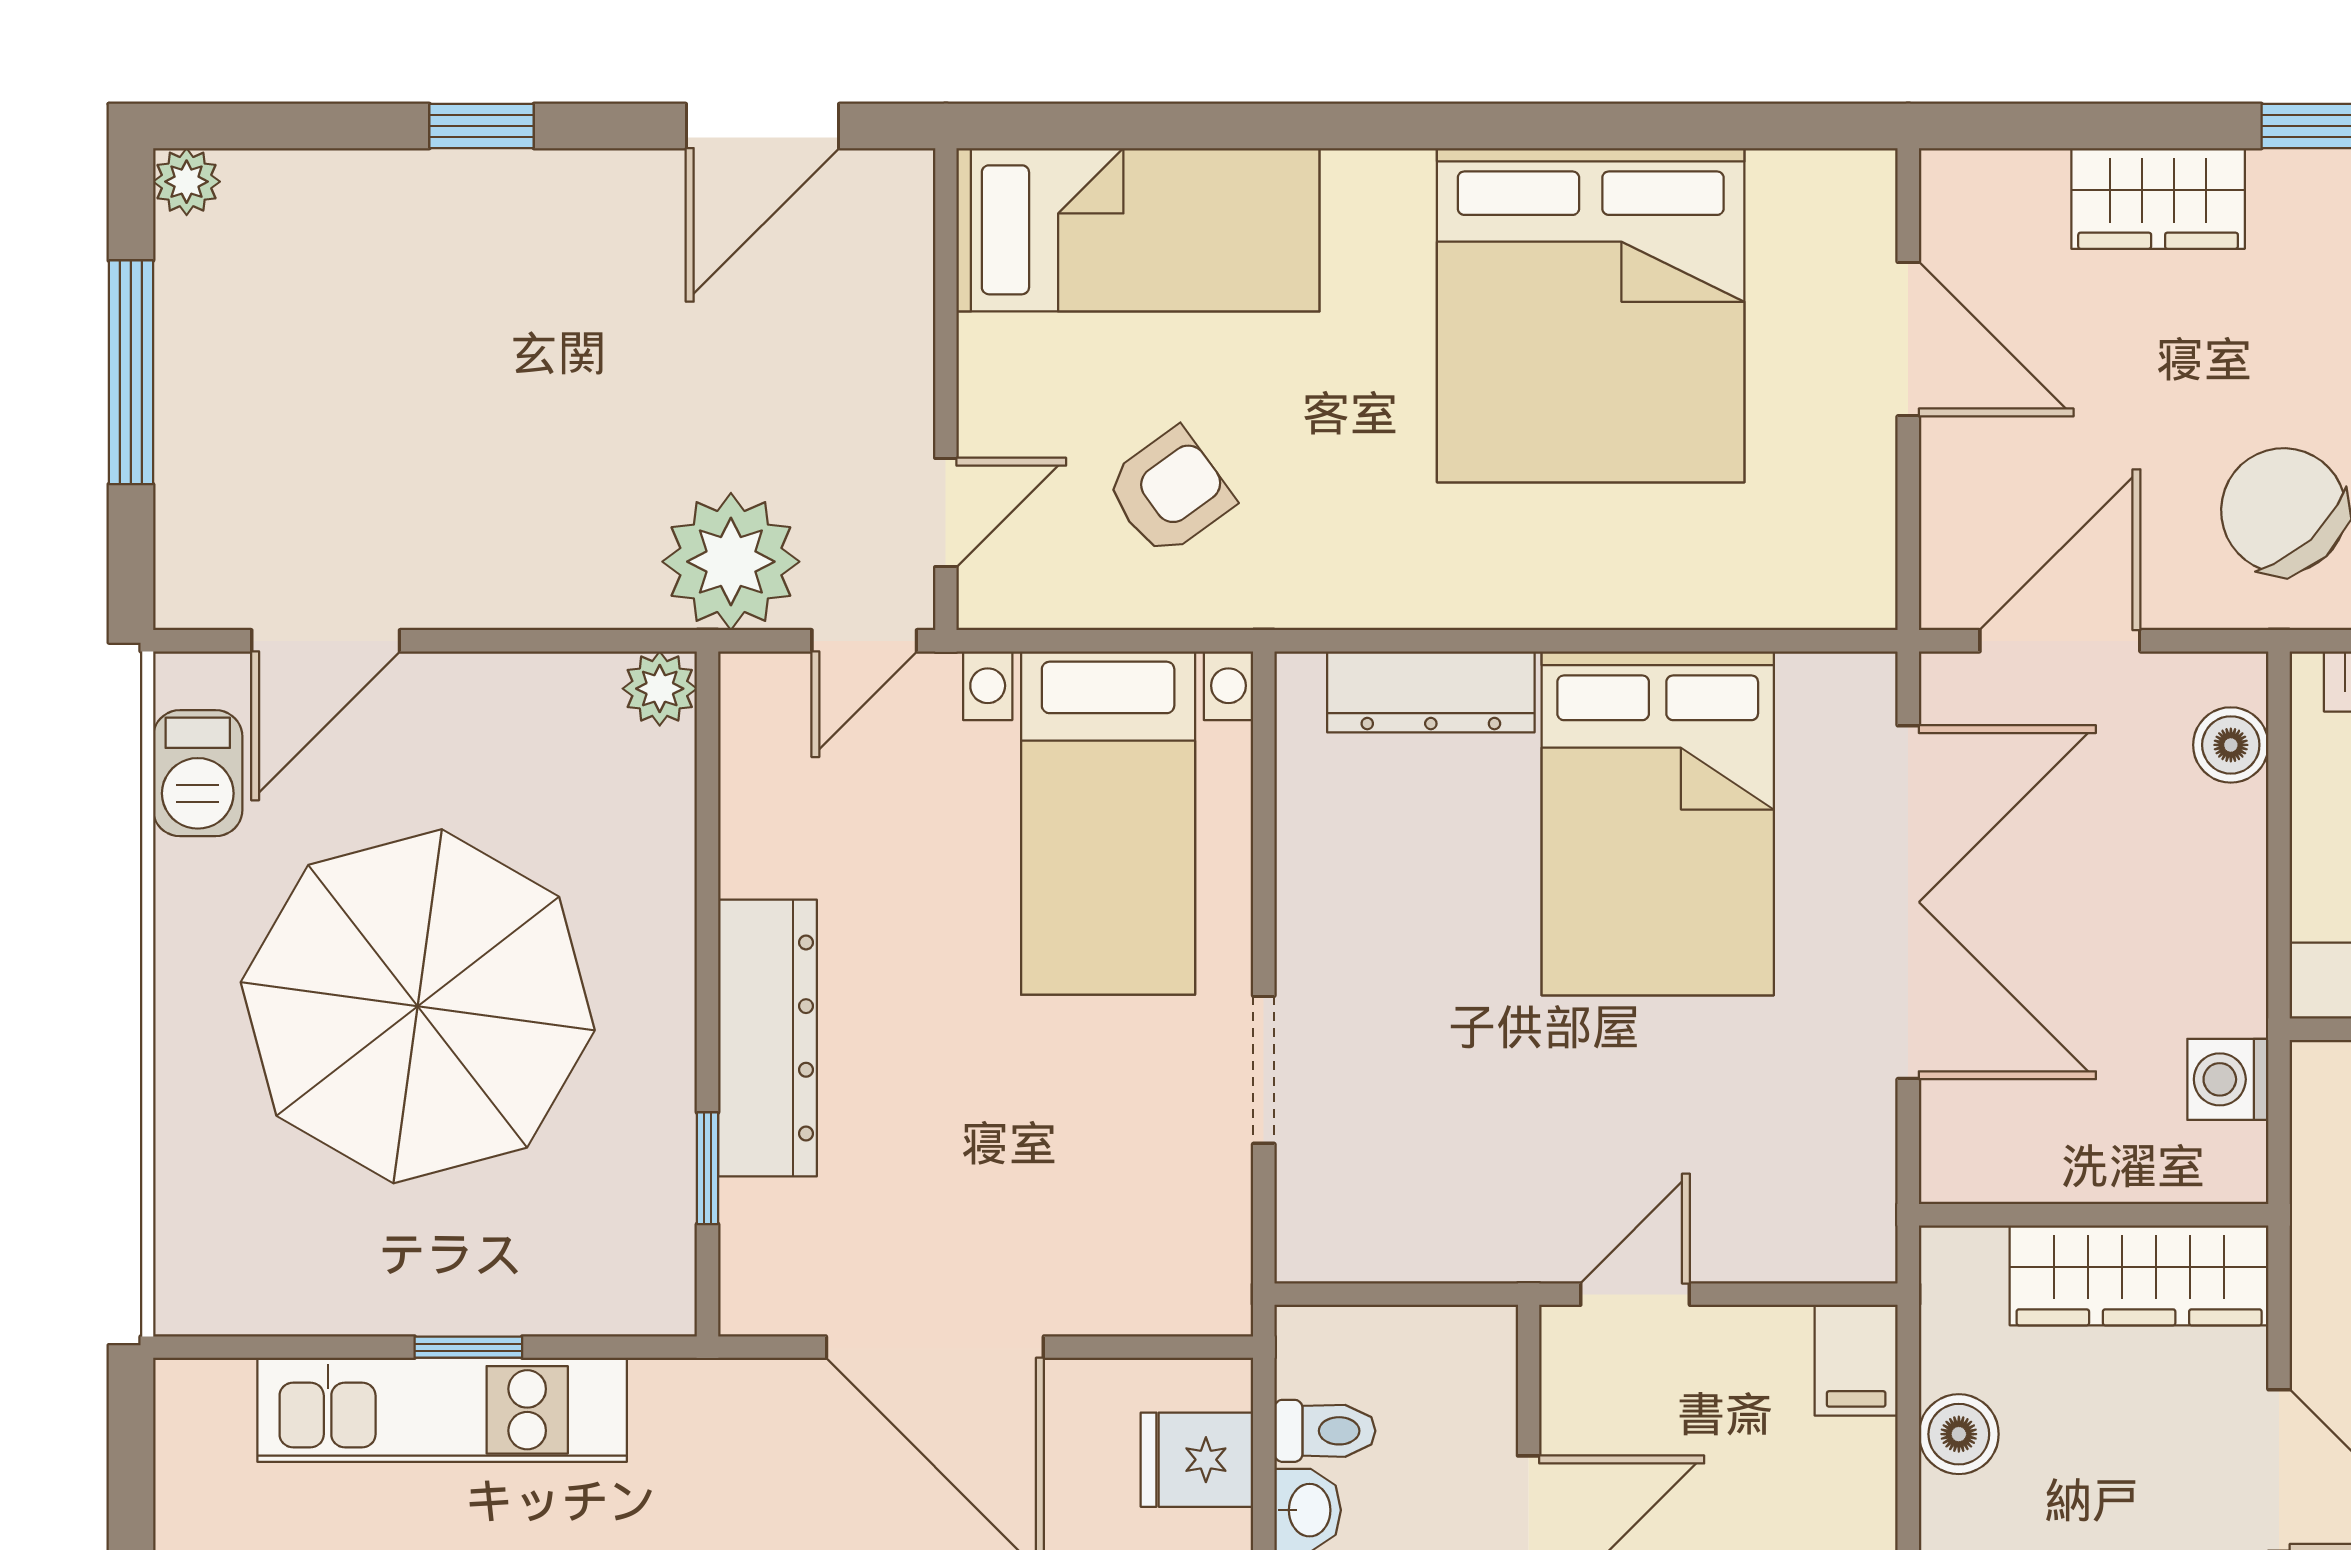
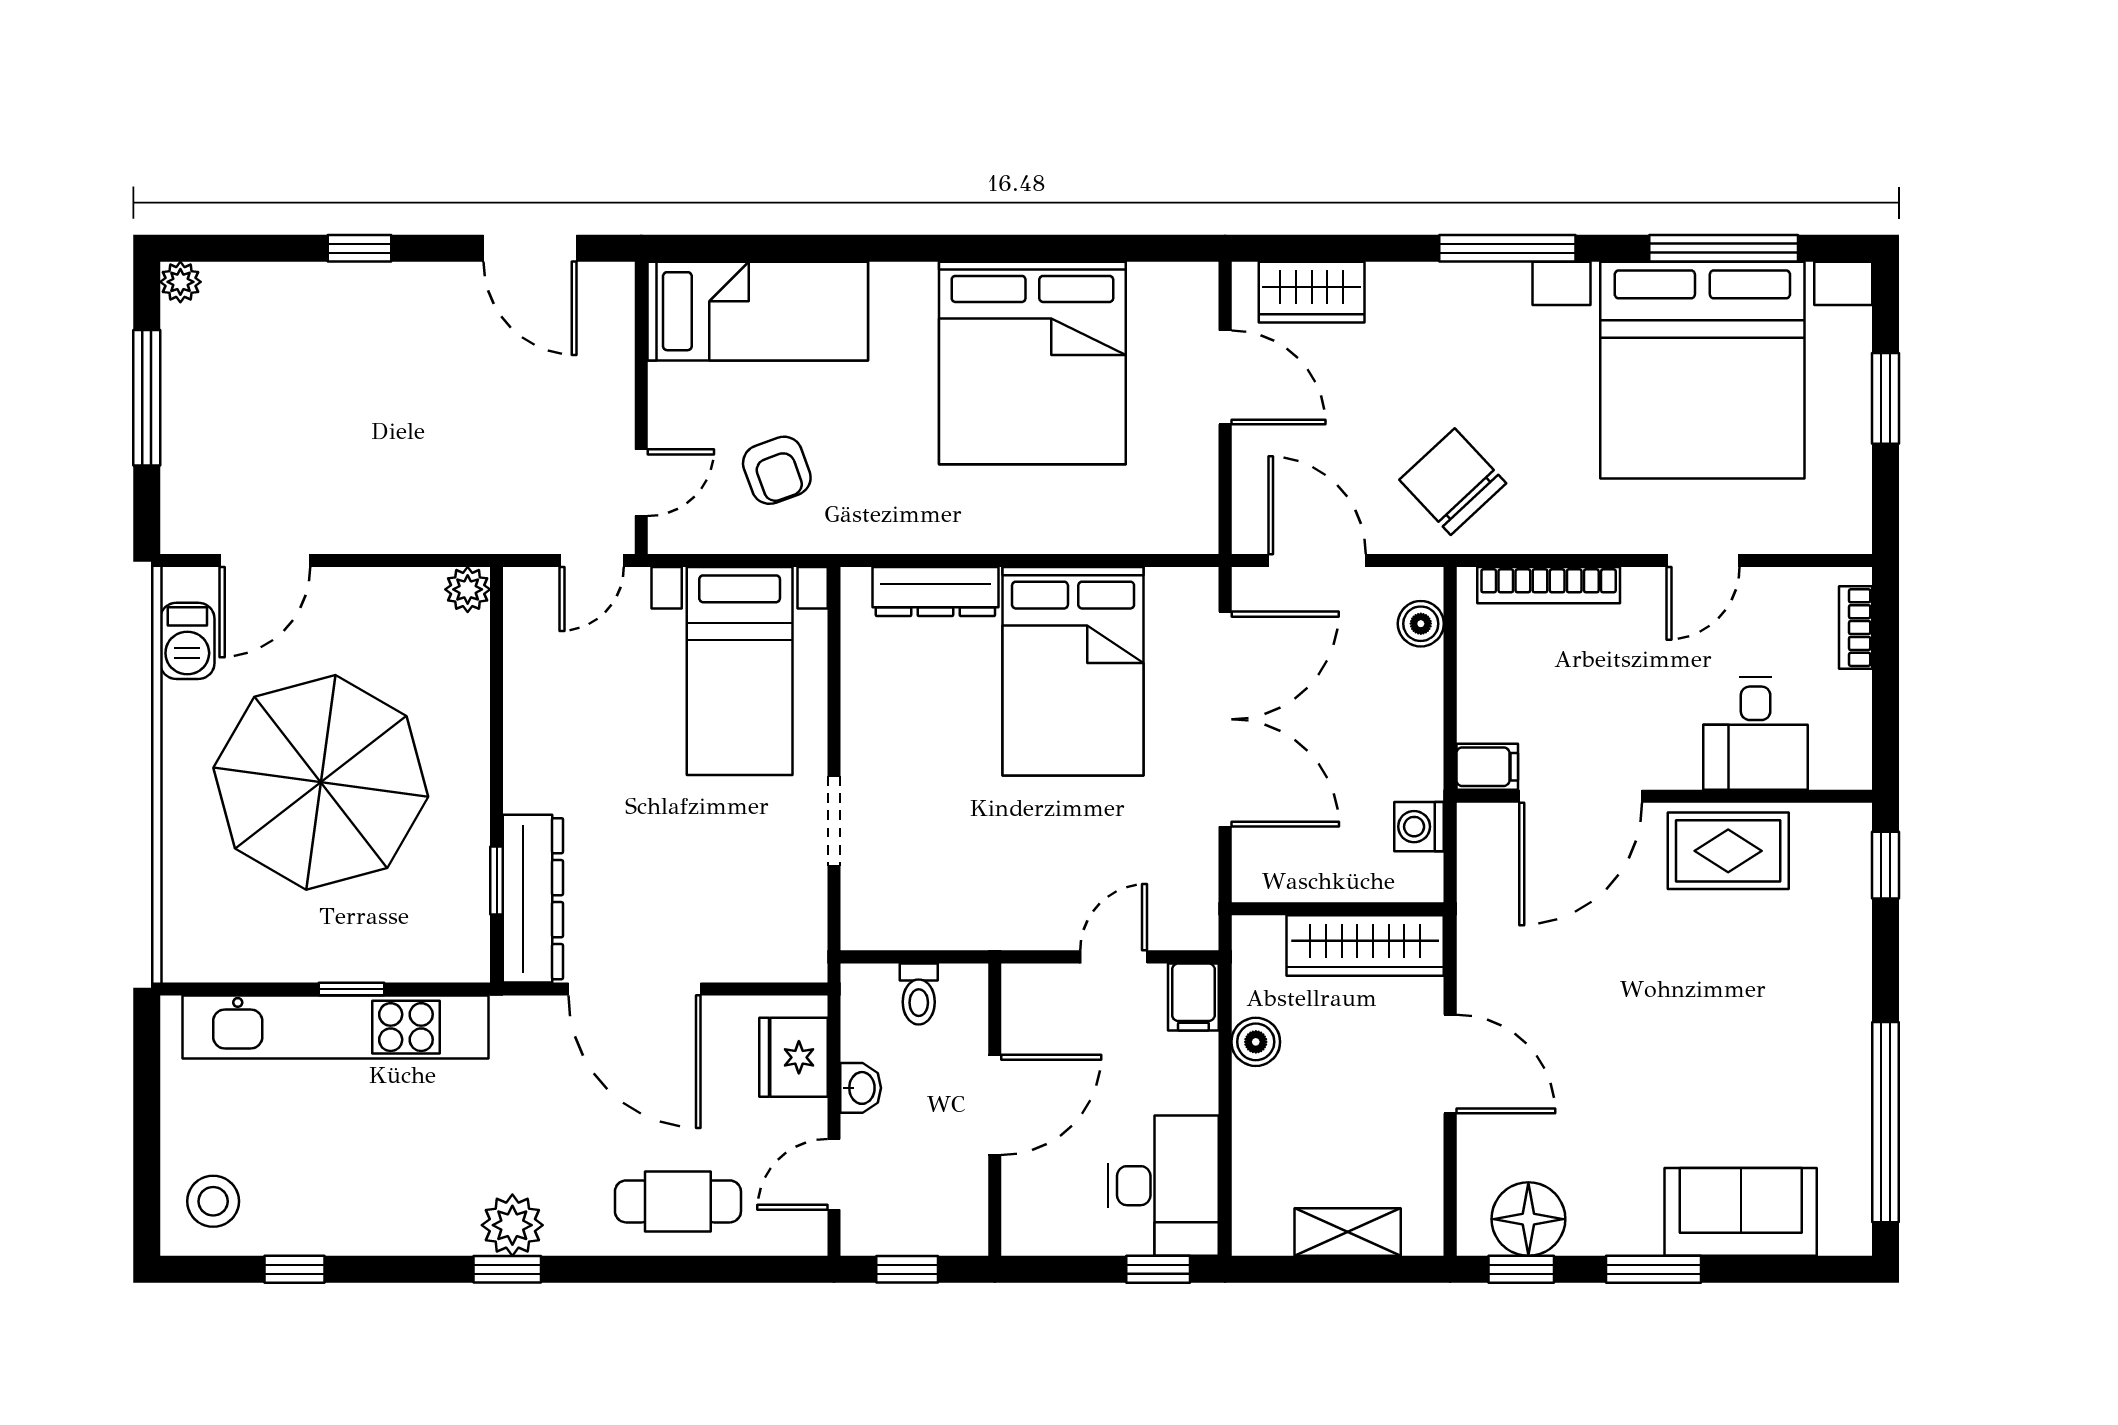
door: (763, 126) -> (530, 248), hinge flipped
wardrobe: (2158, 198) -> (1312, 292), moved
armchair: (1169, 492) -> (777, 470), turned 106
plant: (731, 562) -> (511, 512), removed
door: (2060, 641) -> (1317, 561), hinge flipped
dresser: (767, 1038) -> (533, 899), moved
door: (1635, 1294) -> (1114, 957), moved
kitchen unit: (442, 1410) -> (336, 1027), width x1.36
toilet: (1325, 1431) -> (919, 994), moved, turned 90
fridge: (1197, 1460) -> (794, 1057), width x1.38

